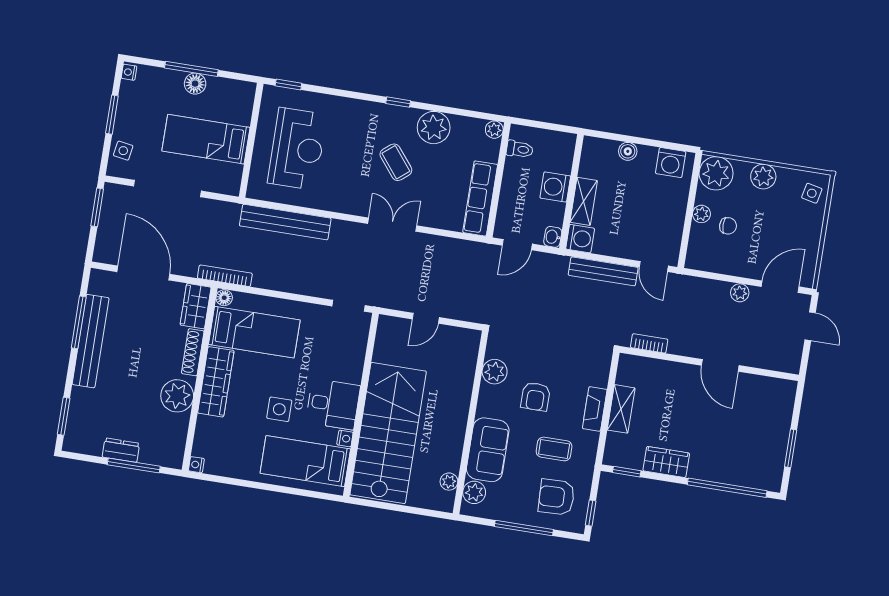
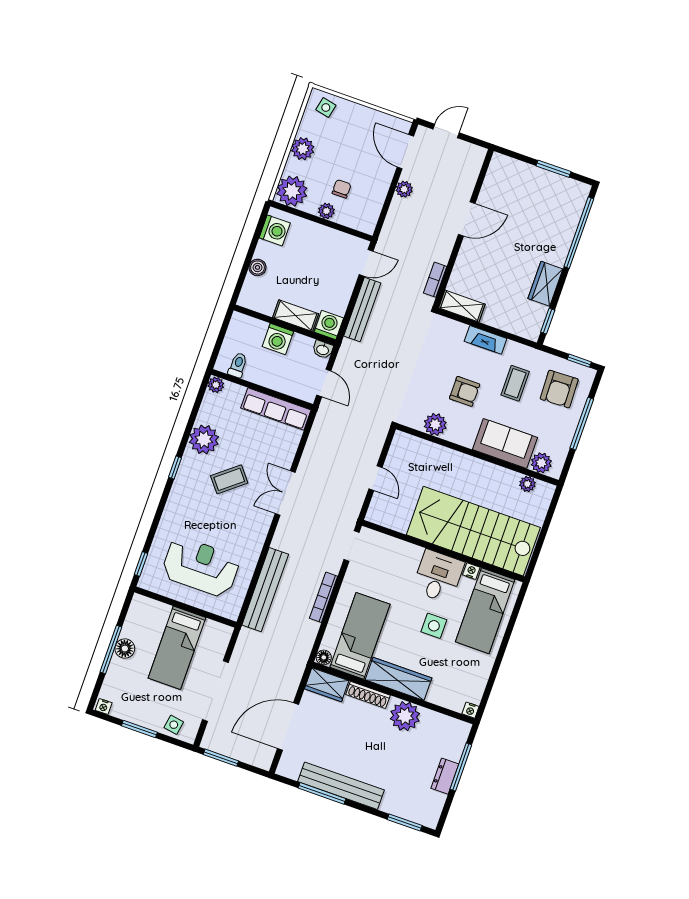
bookcase: (225, 276) -> (324, 597), moved
shelving: (621, 409) -> (462, 306), moved

